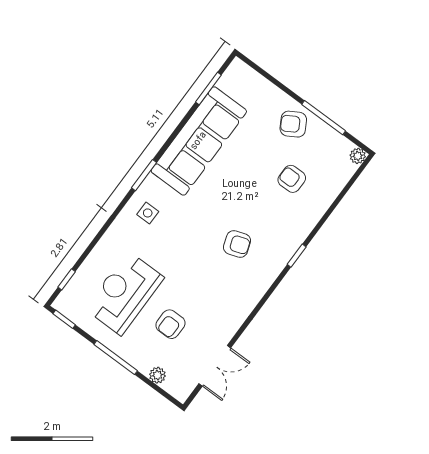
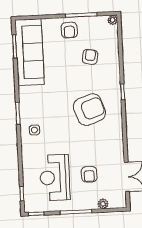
armchair: (293, 124) -> (69, 30), turned -60
sofa: (199, 141) -> (29, 52), moved
armchair: (292, 179) -> (90, 57), turned 100
armchair: (237, 244) -> (89, 110), width x1.88, depth x1.88

